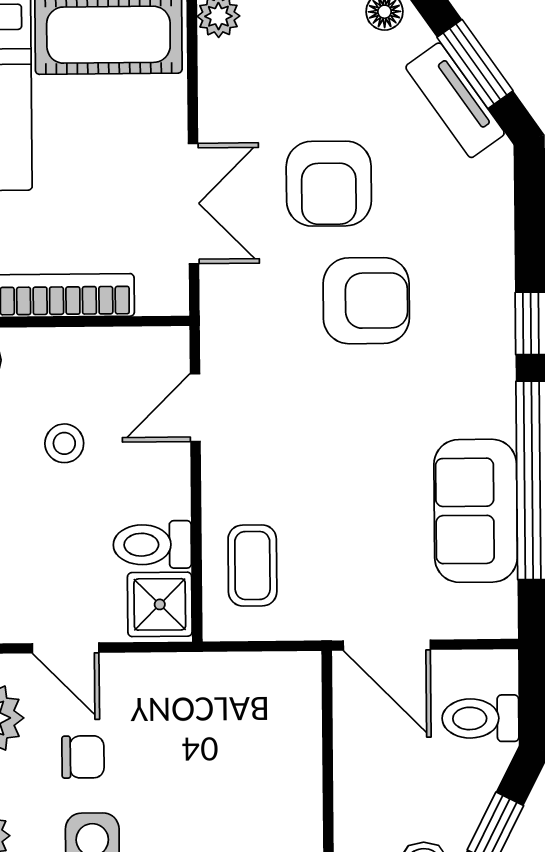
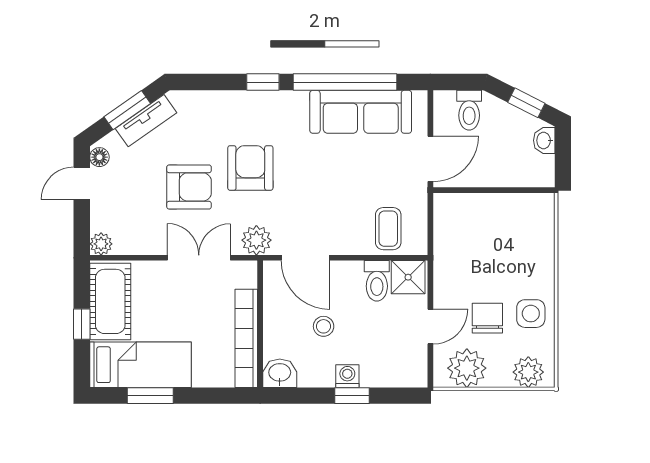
plant: (228, 314) -> (256, 240), added
door: (195, 408) -> (305, 258), width x1.38
sofa: (476, 511) -> (361, 112), width x1.36
coffee table: (252, 565) -> (388, 229), turned 90
chair: (83, 757) -> (487, 318), width x1.37, depth x1.37

